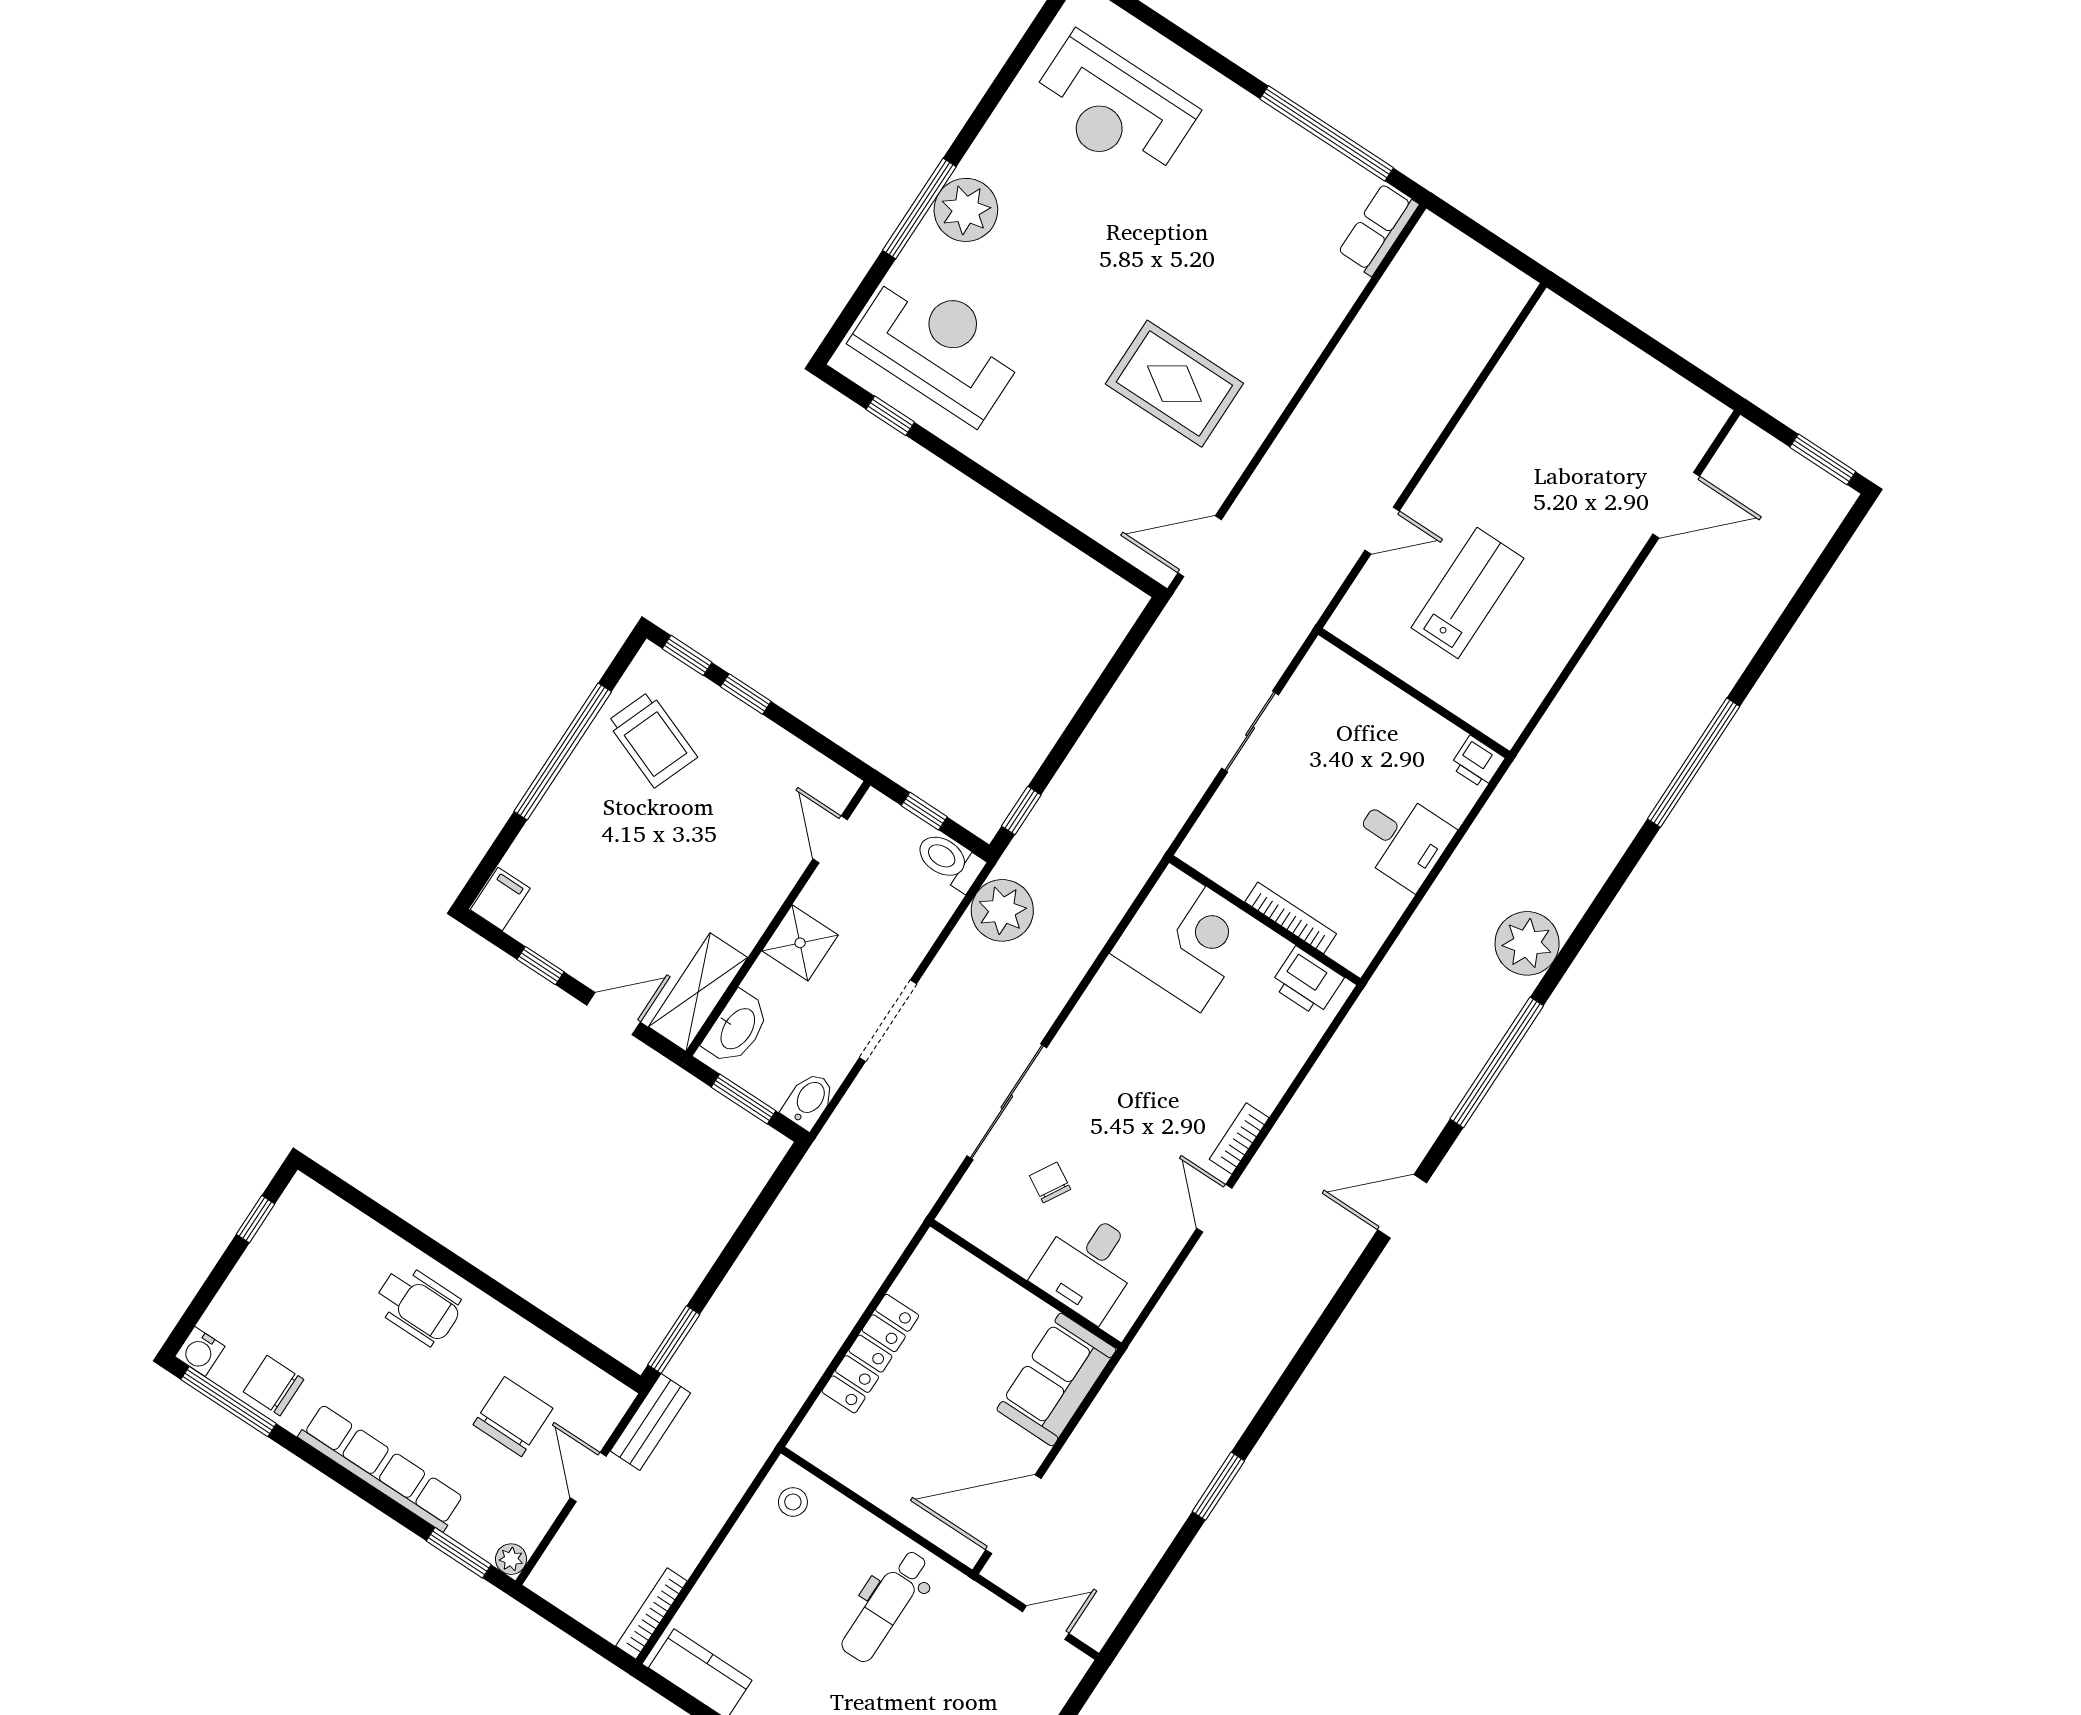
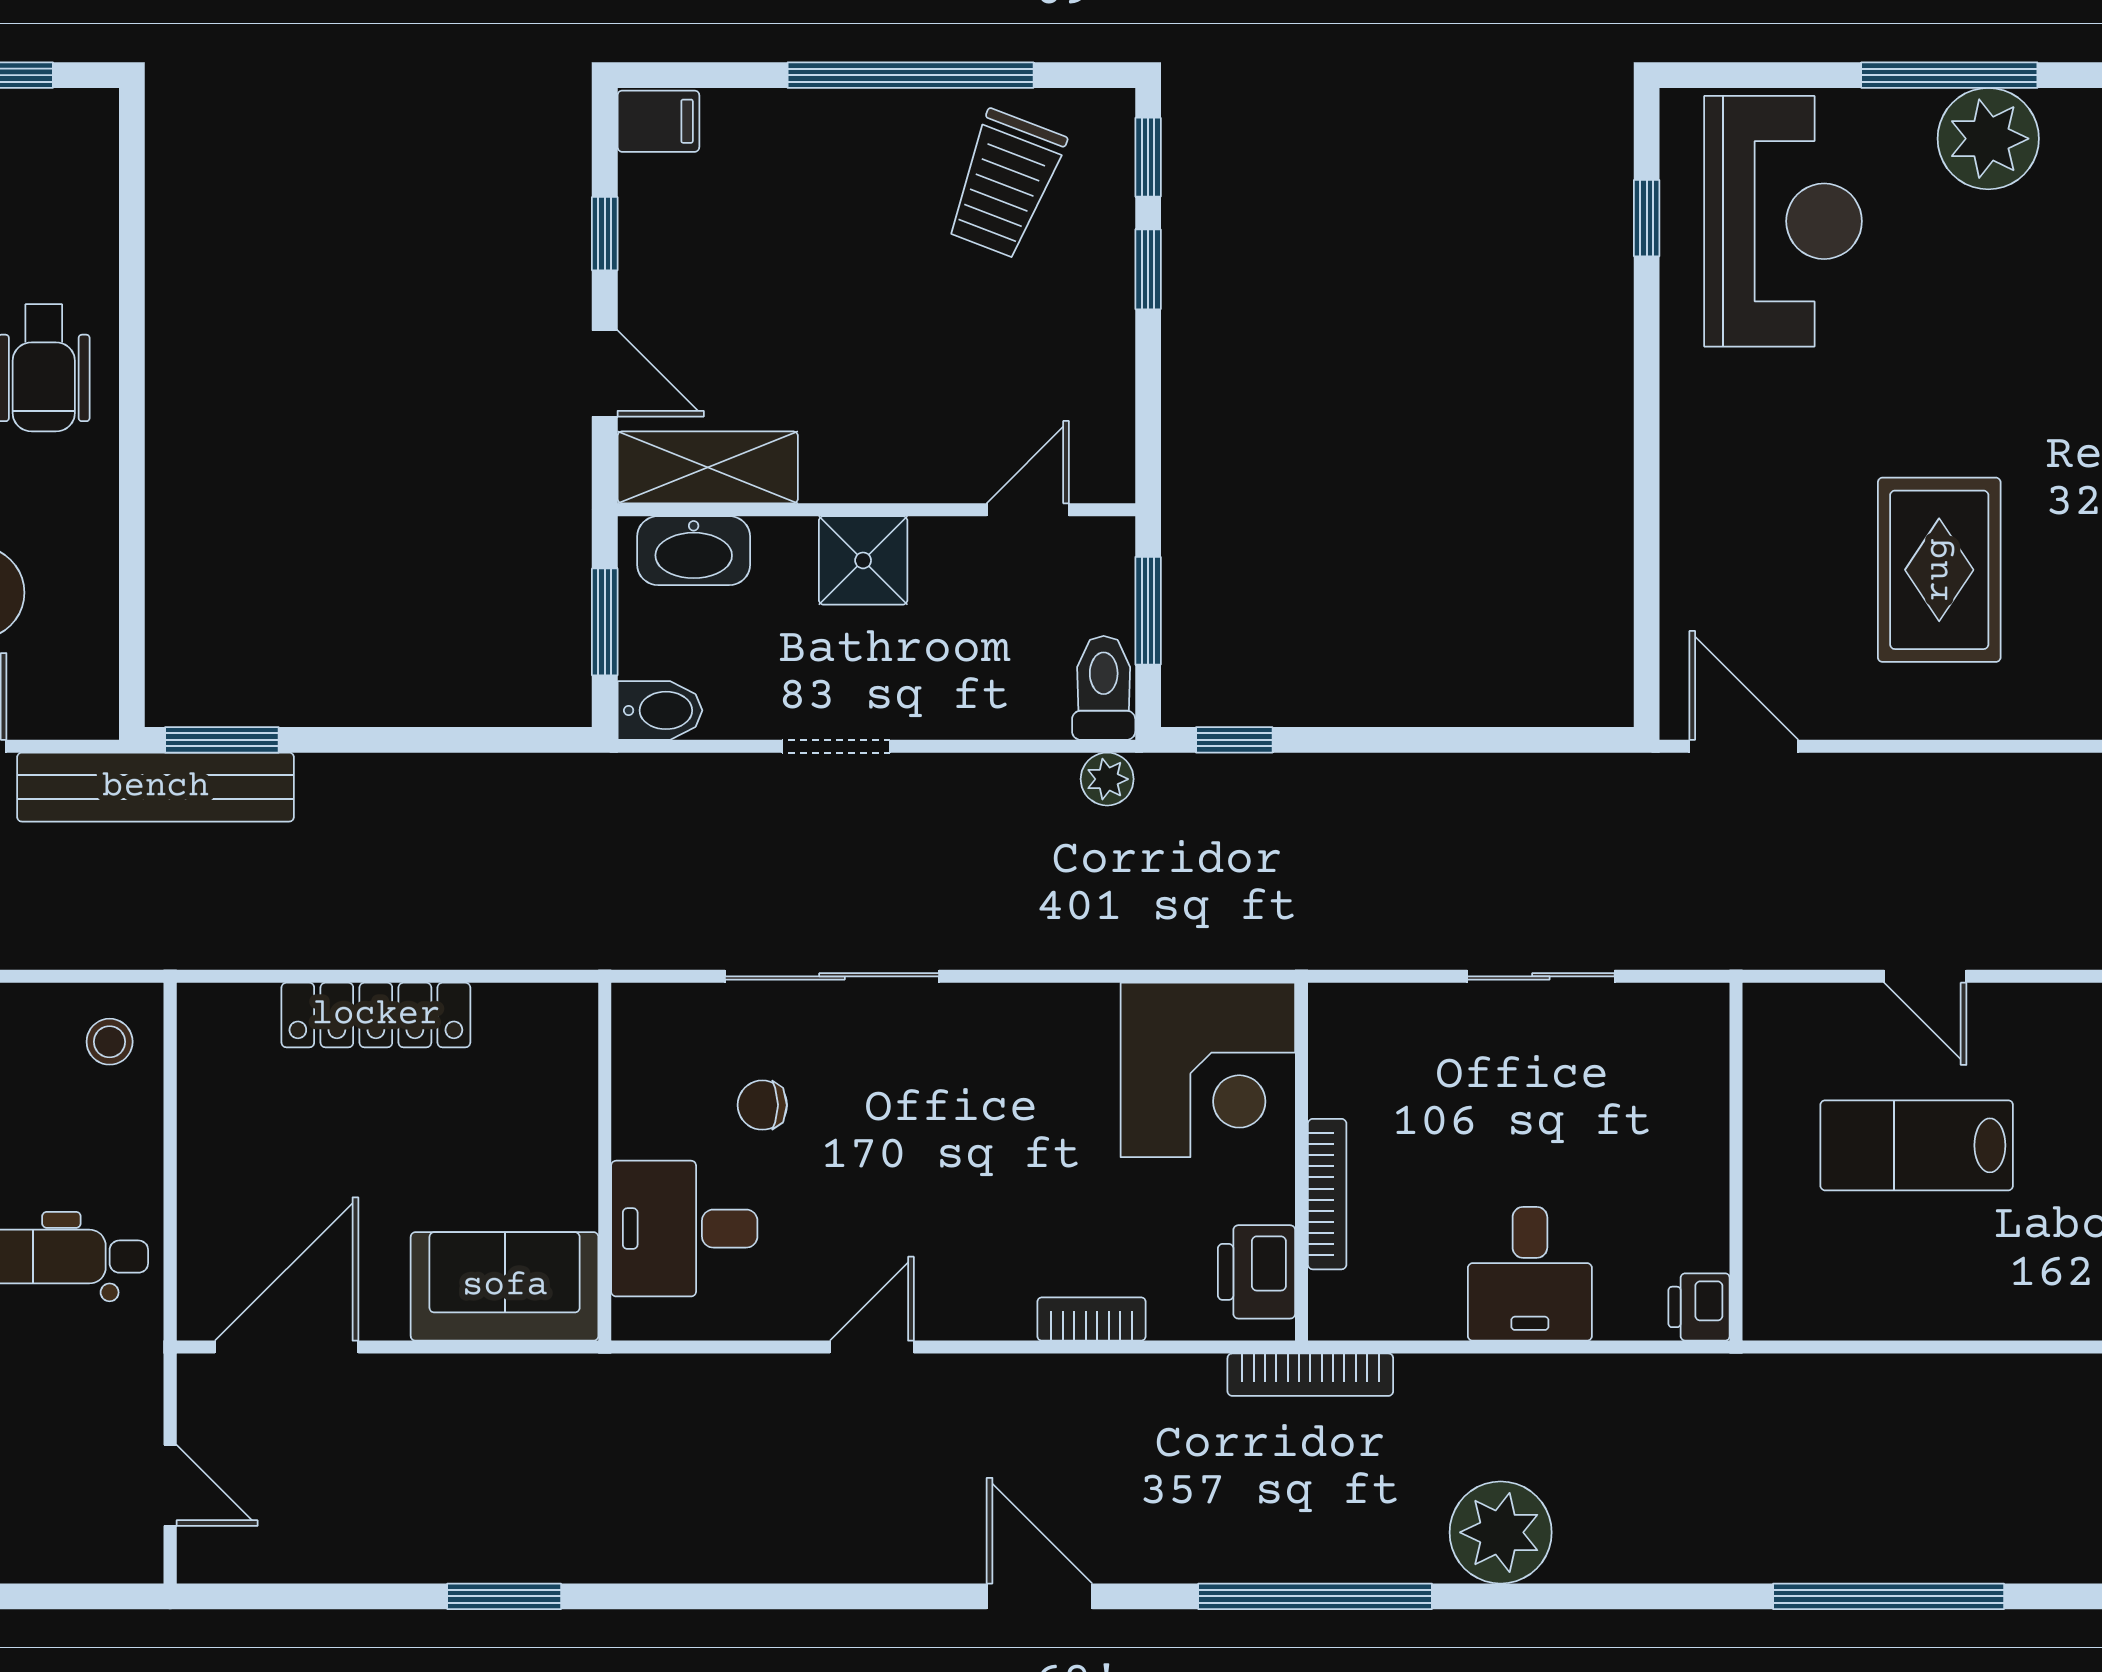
lab bench: (1468, 593) -> (1917, 1145), turned 180
window: (924, 811) -> (1148, 611), width x1.50
plant: (1002, 910) -> (1107, 779), width x0.53, depth x0.53
bookcase: (1379, 989) -> (1310, 1375), added
doorway: (888, 1021) -> (836, 746), width x0.73
bookcase: (1239, 1139) -> (1091, 1319), moved
chair: (1050, 1183) -> (762, 1105), turned -120
bench: (650, 1422) -> (156, 787), width x1.86, depth x1.21
door: (1013, 1514) -> (287, 1347), hinge flipped

